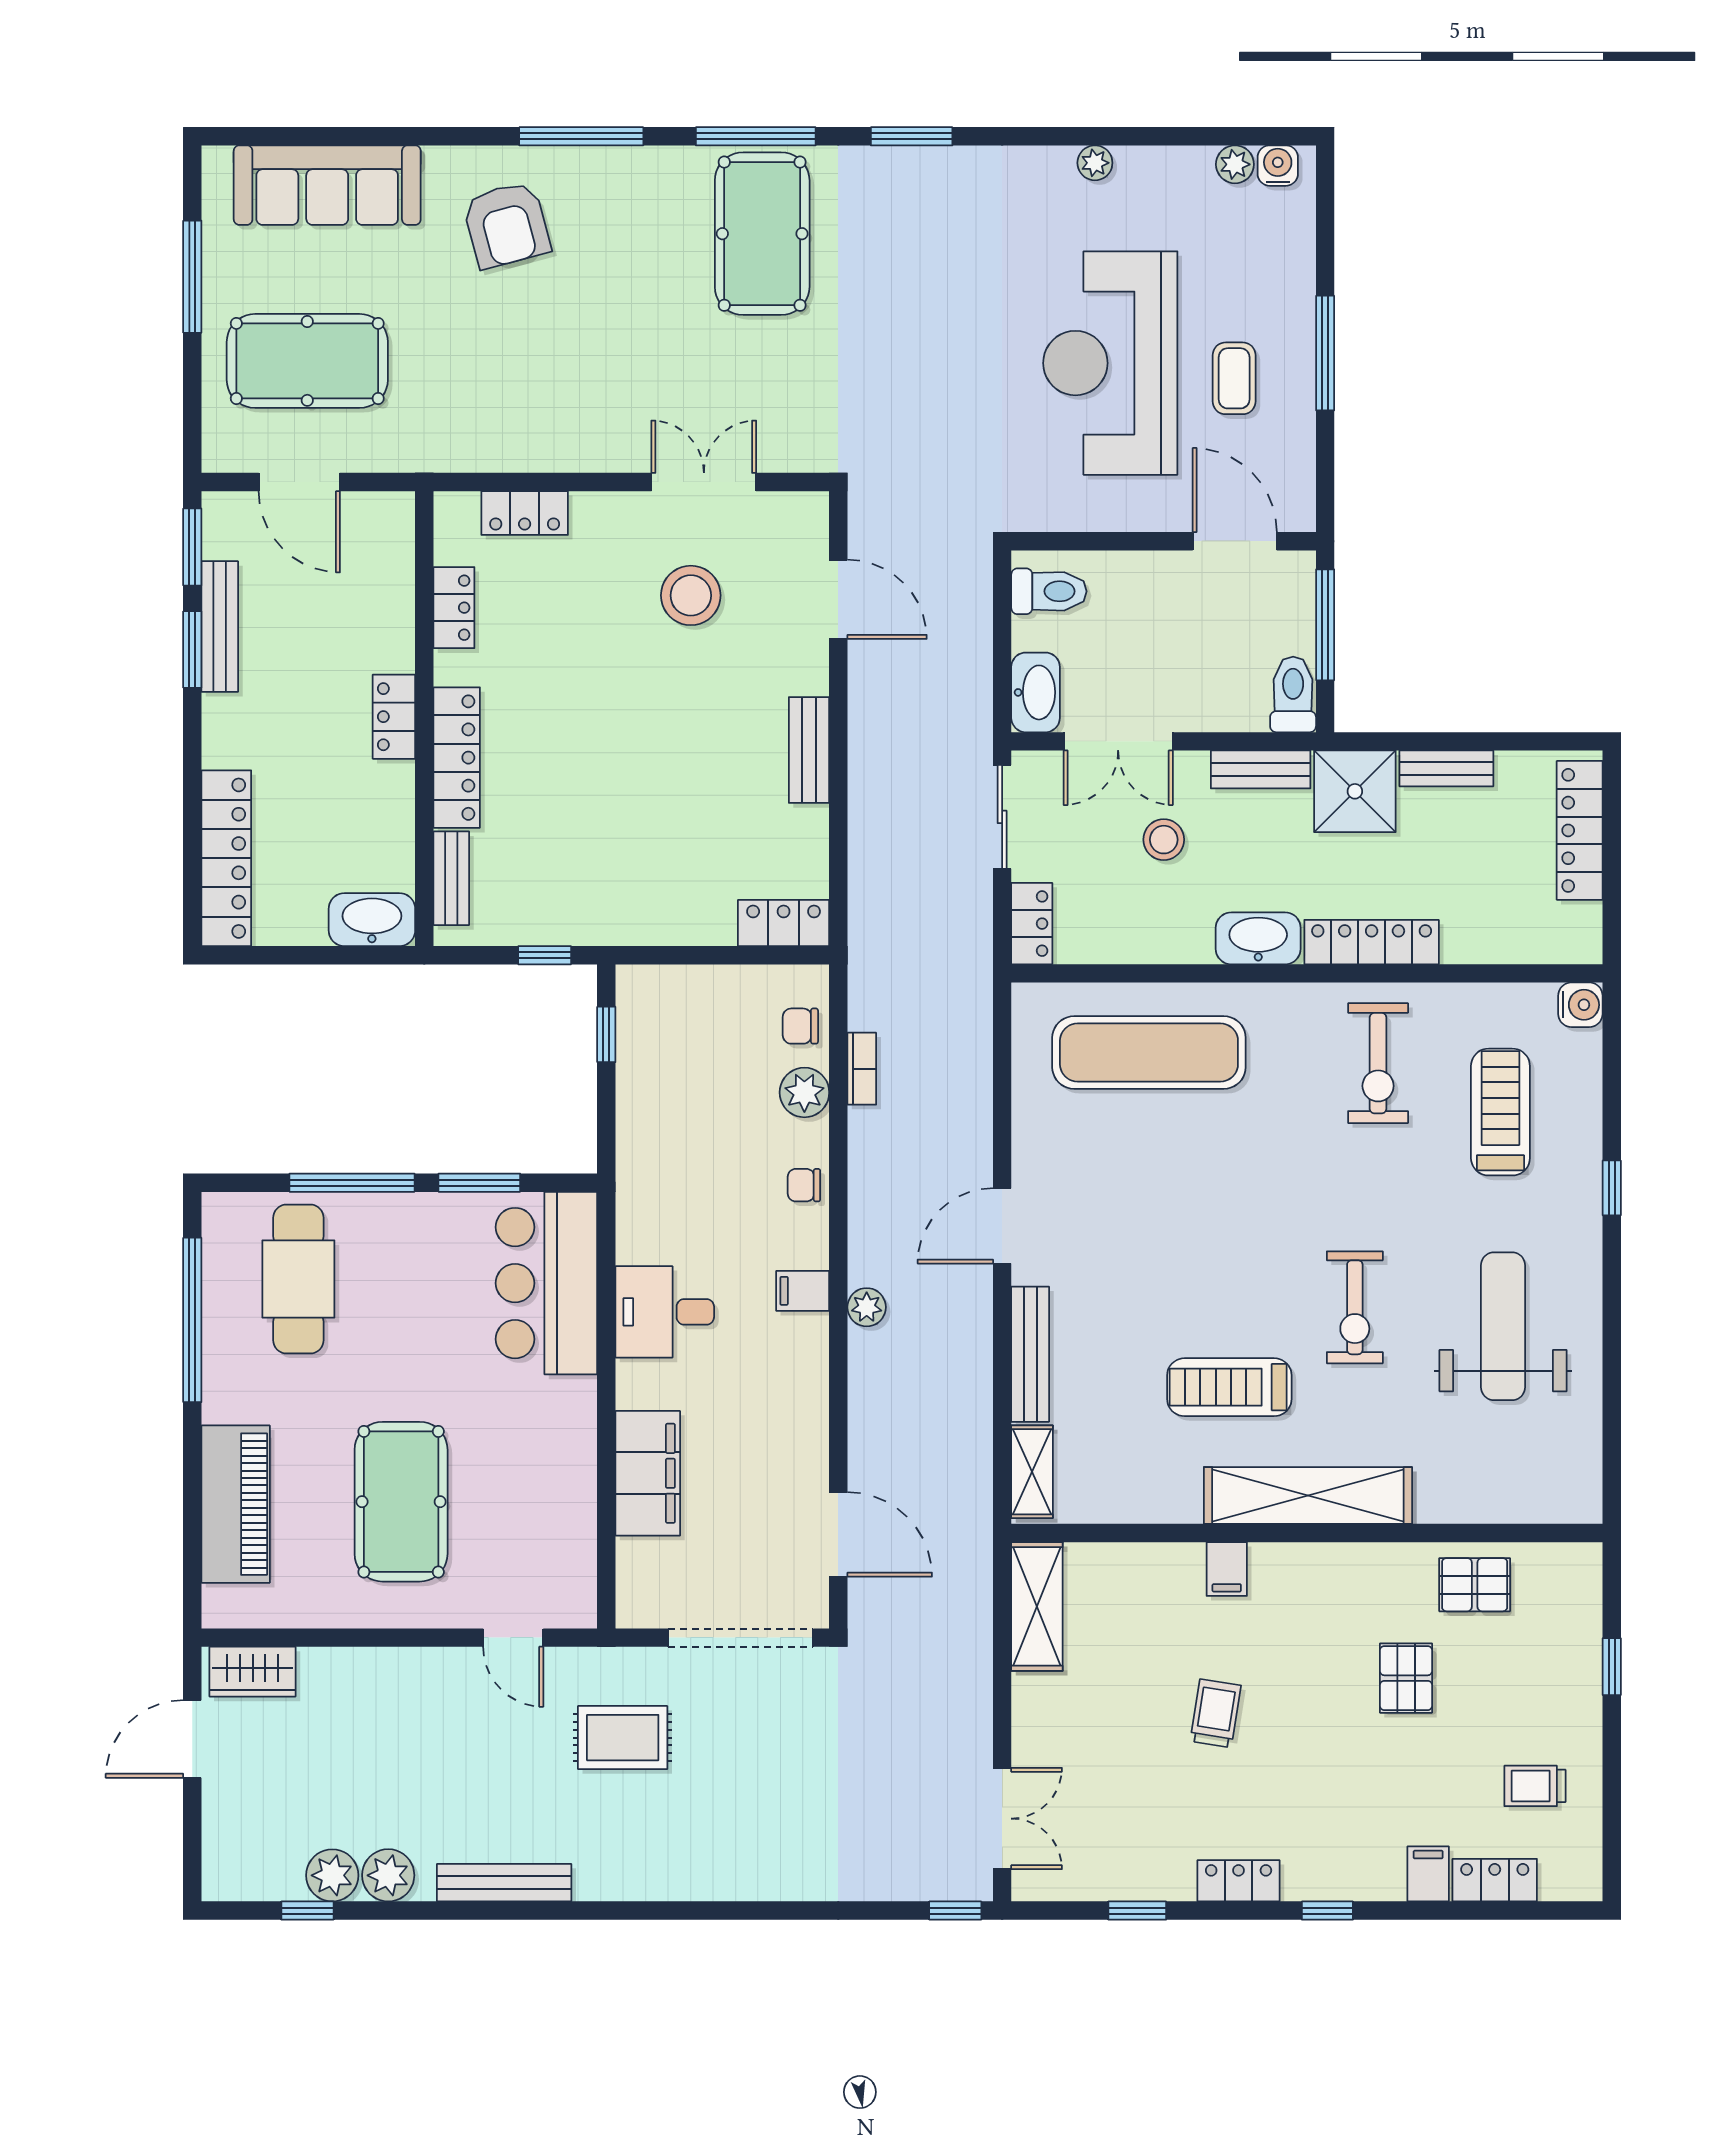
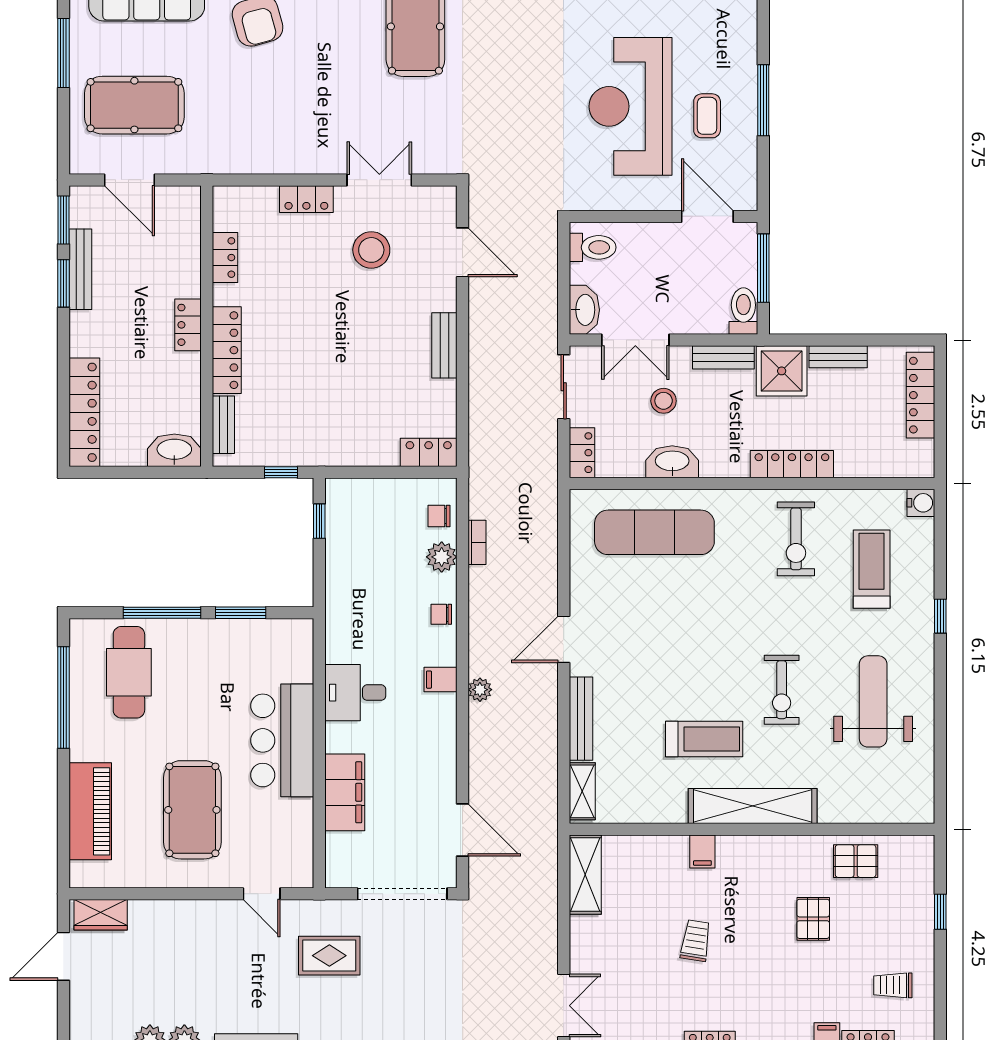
locker: (525, 513) -> (306, 199), moved
washbasin: (1258, 938) -> (672, 462), moved
bar counter: (546, 1283) -> (282, 740), moved
treadmill: (1229, 1387) -> (704, 739), turned 180

